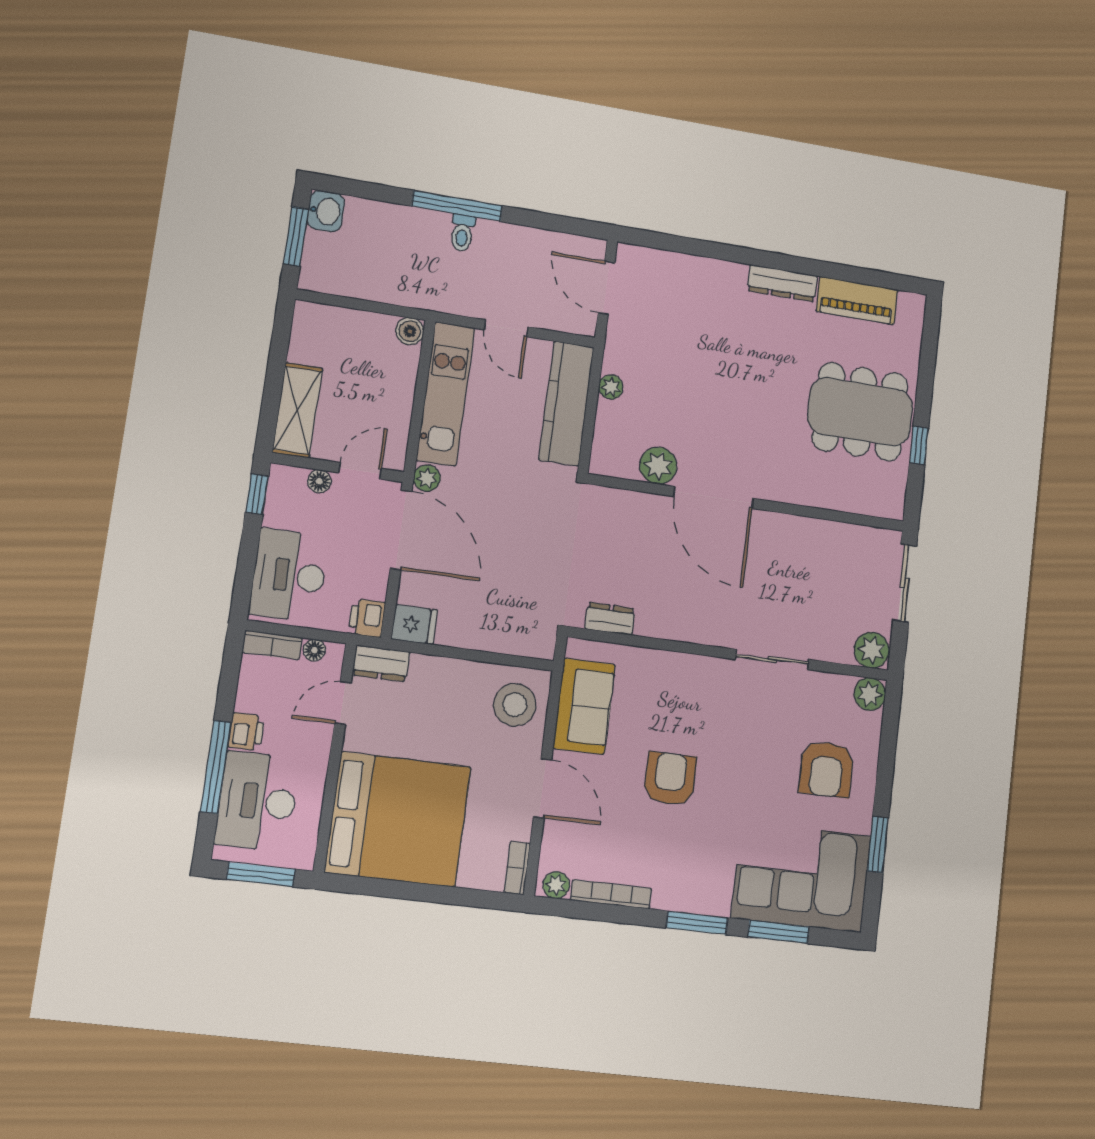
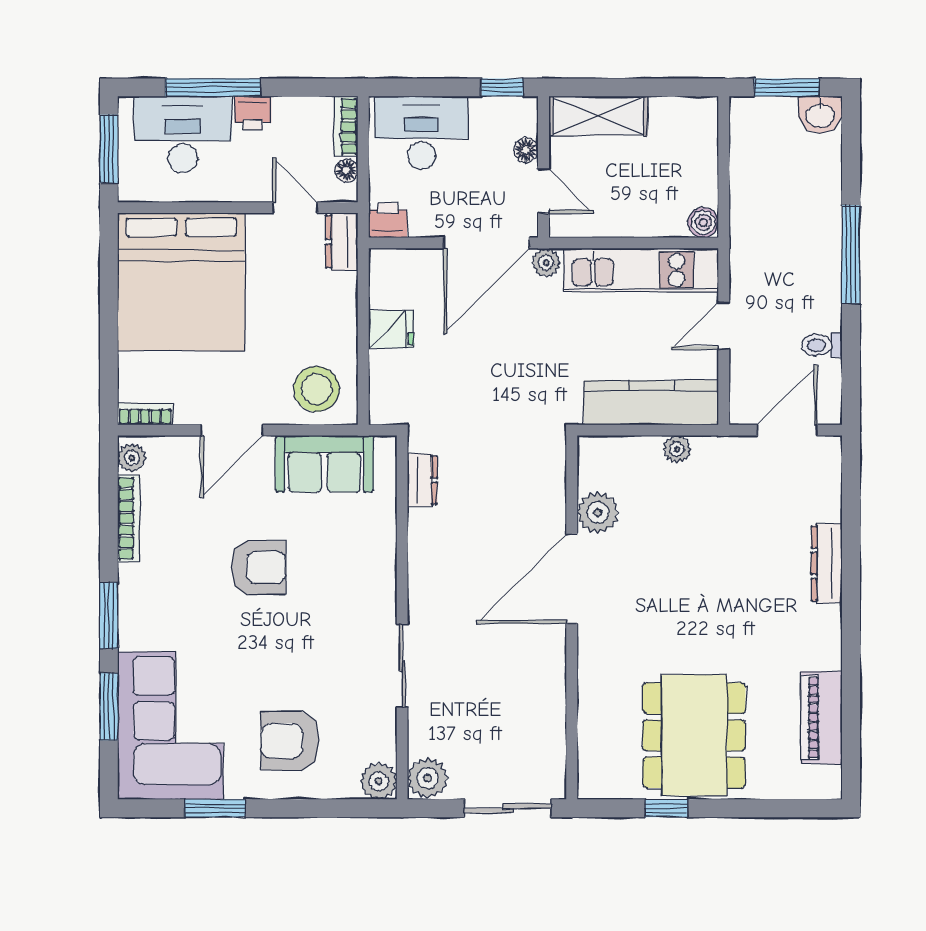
toilet: (462, 233) -> (822, 345), moved
dresser: (782, 283) -> (827, 563), moved
fridge: (414, 625) -> (391, 329), moved, turned -90

